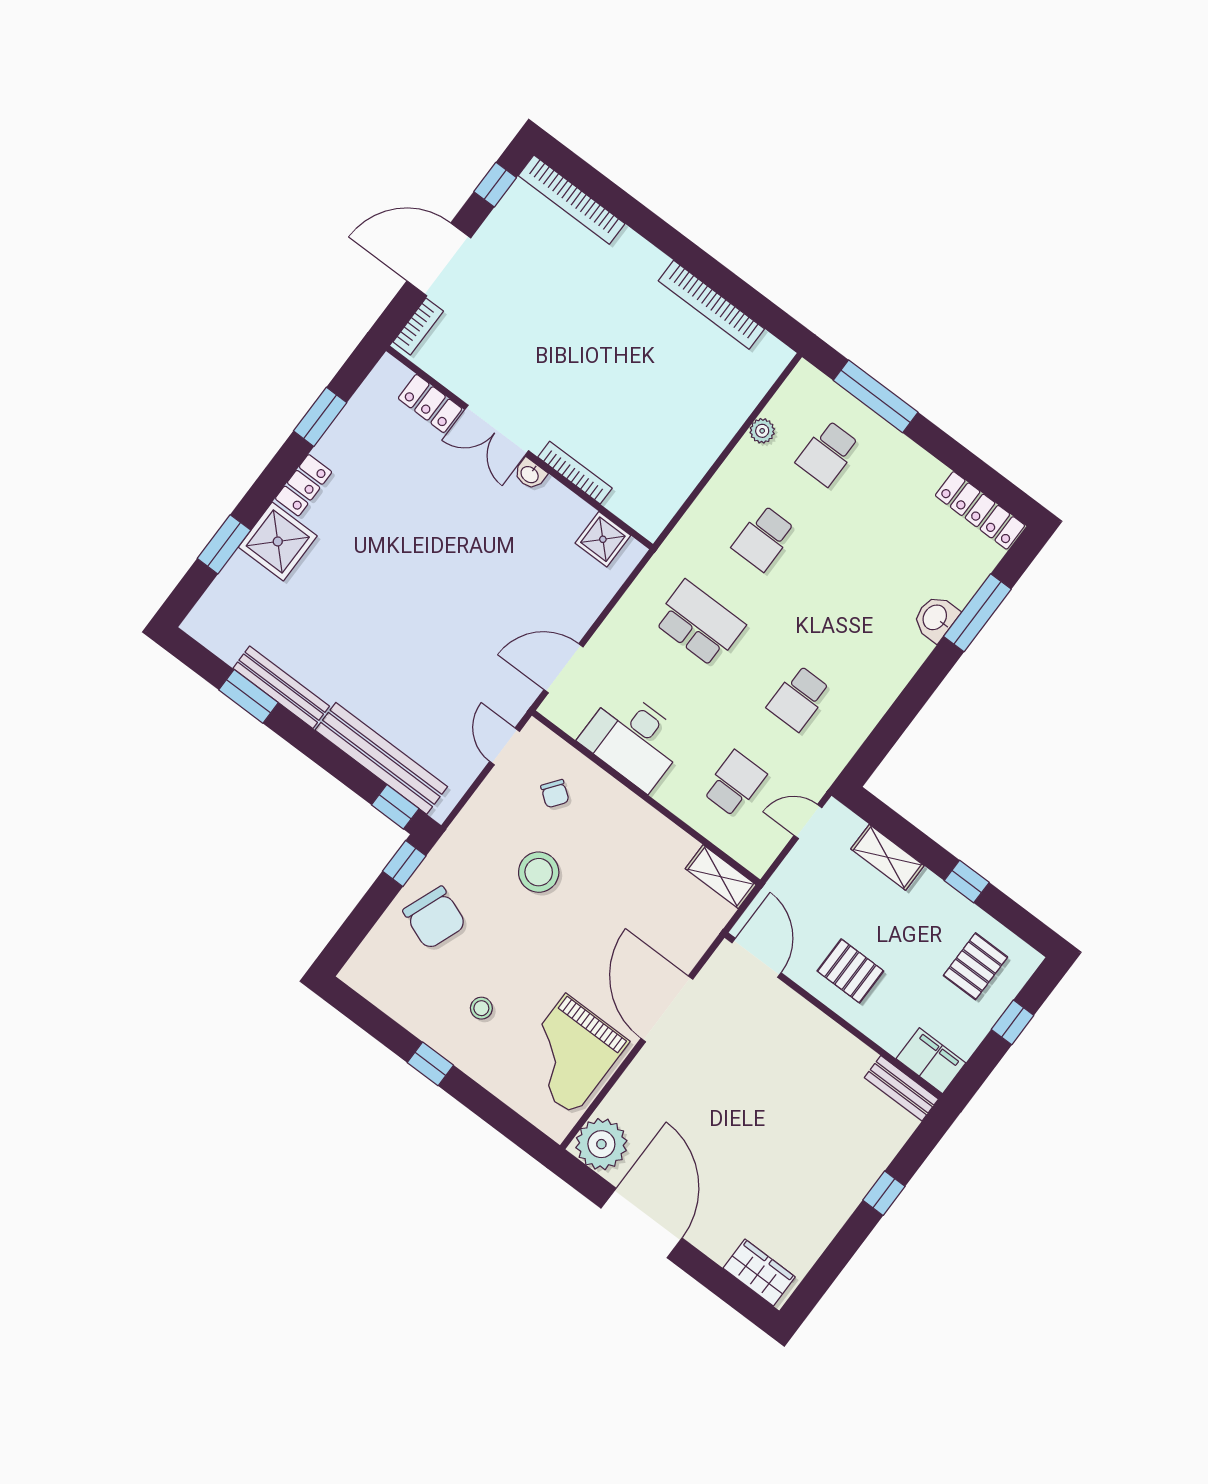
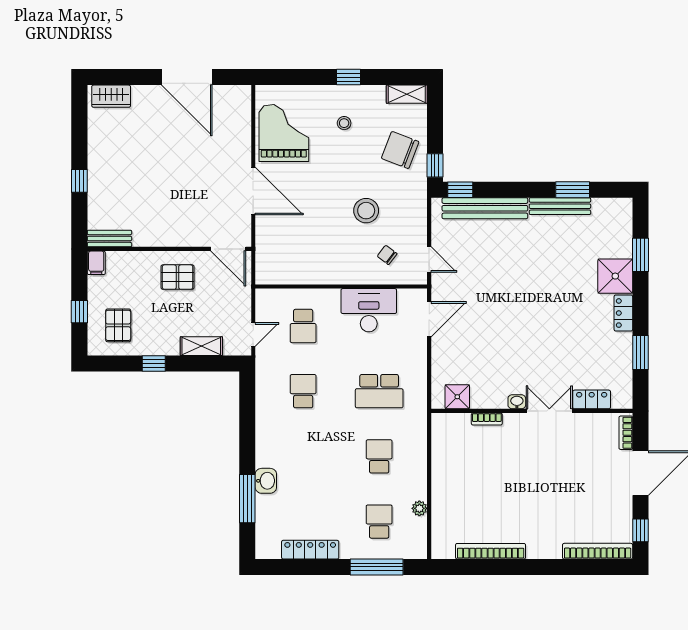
bookcase: (575, 473) -> (487, 419), width x0.64
locker: (980, 510) -> (310, 550), moved
shelving: (721, 877) -> (407, 94), moved
filing cabinet: (931, 1061) -> (96, 263), width x0.50
plant: (601, 1144) -> (235, 101), removed

